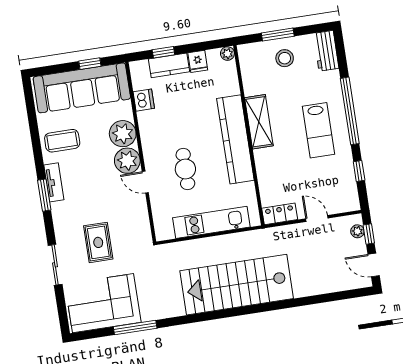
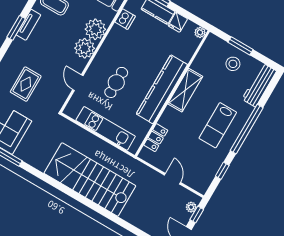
workbench: (326, 51) -> (259, 85), width x1.38
door: (145, 182) -> (78, 83), moved
locker: (280, 214) -> (156, 138), moved, turned 90

